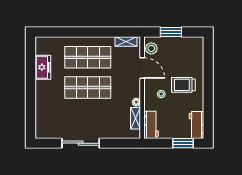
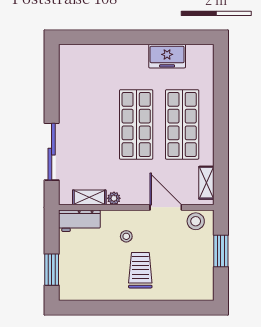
door: (142, 68) -> (166, 207), swing flipped
workbench: (196, 125) -> (79, 290), removed
sliding door: (81, 143) -> (52, 152), moved

